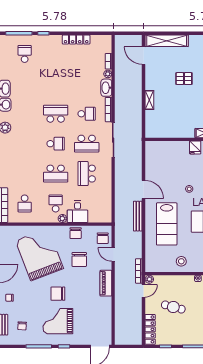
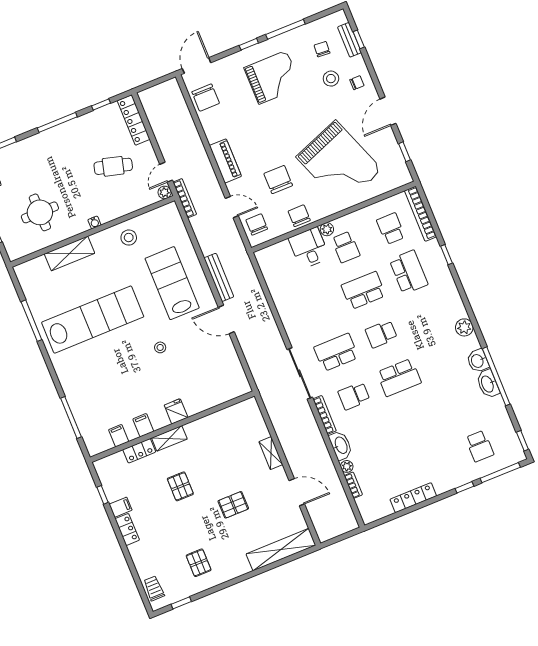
door: (143, 56) -> (297, 492), moved
school desk: (87, 174) -> (409, 272), moved
chair: (58, 294) -> (206, 98), moved, turned 90
stool: (24, 306) -> (331, 79), added

